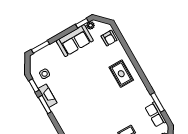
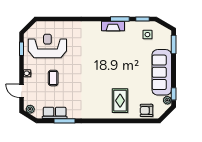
sofa: (75, 41) -> (162, 72), width x1.36
rug: (121, 74) -> (120, 101), moved, turned 90
fireplace: (48, 96) -> (113, 26), moved

